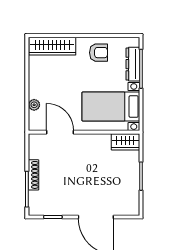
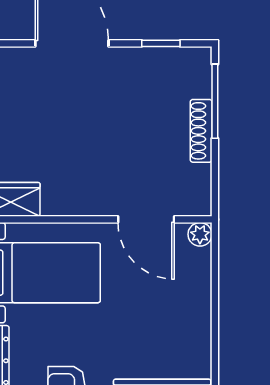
plant: (34, 105) -> (200, 234), moved

